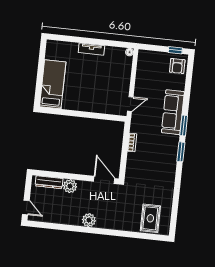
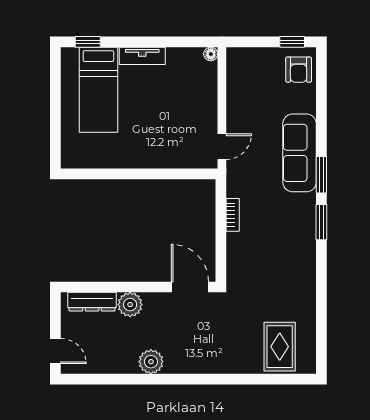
window: (62, 38) -> (88, 42), added
bed: (53, 84) -> (98, 90), moved, turned 180
plant: (89, 220) -> (151, 362), moved

